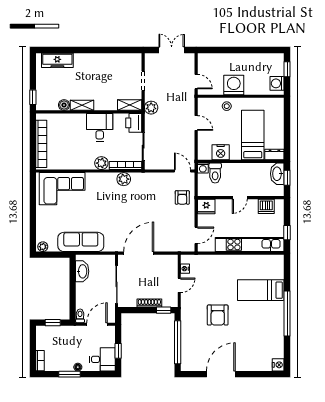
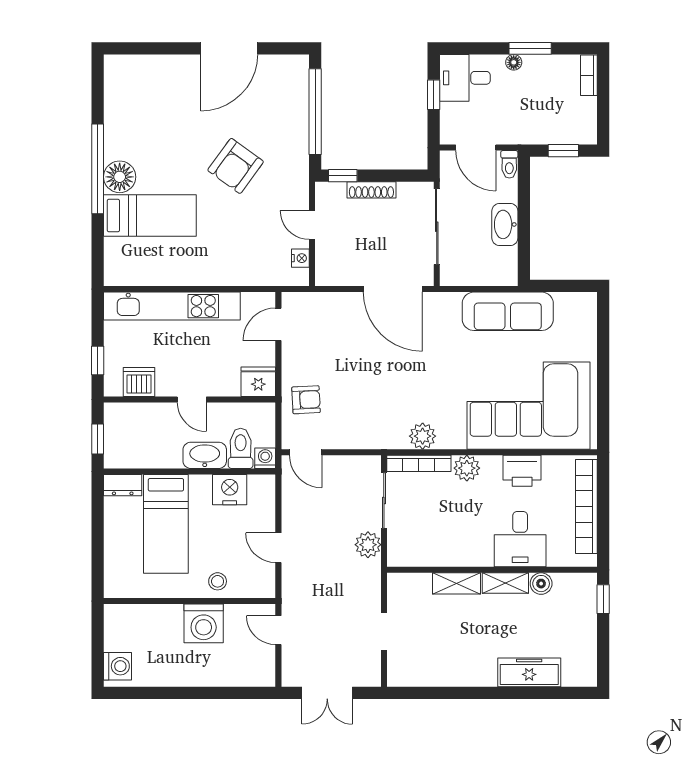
freezer: (57, 60) -> (529, 672), moved
window: (287, 69) -> (98, 655), removed
washing machine: (277, 83) -> (118, 666), moved
shelving: (130, 105) -> (457, 583), moved
plant: (151, 108) -> (368, 545), moved
printer: (134, 123) -> (522, 471), moved, turned 90
desk: (100, 127) -> (520, 539), moved
washbasin: (277, 174) -> (205, 455), moved, turned -90
corner sofa: (62, 189) -> (529, 406), width x1.36, depth x1.36
armchair: (182, 197) -> (306, 400), turned 87
door: (240, 198) -> (192, 399), swing flipped
window: (287, 233) -> (98, 360), moved
plant: (43, 247) -> (583, 302), removed
door: (139, 253) -> (393, 289), hinge flipped
washbasin: (82, 271) -> (505, 224), moved
door: (179, 285) -> (312, 225), hinge flipped
floor lamp: (276, 310) -> (120, 177), added
armchair: (218, 315) -> (236, 166), turned -144
door: (97, 324) -> (476, 148), hinge flipped
nightstand: (278, 365) -> (115, 67), removed

